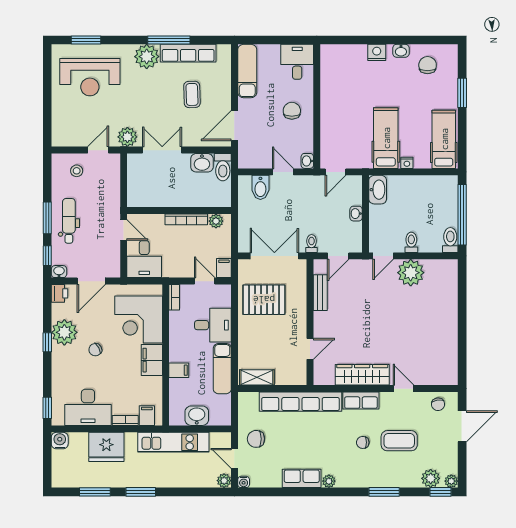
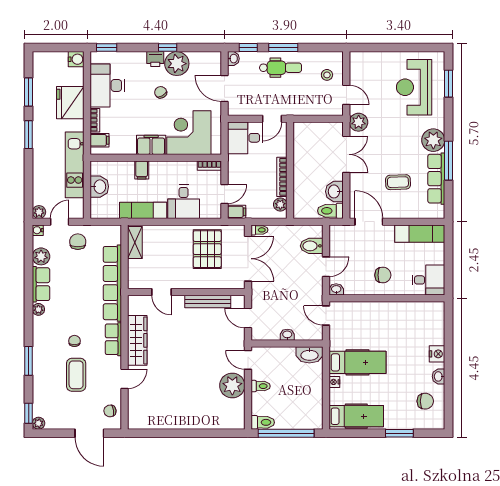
toilet: (312, 244) -> (259, 230), moved
printer: (60, 293) -> (155, 59), moved
bench: (320, 293) -> (208, 302), width x1.36
plant: (431, 478) -> (41, 256), moved

